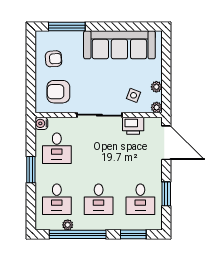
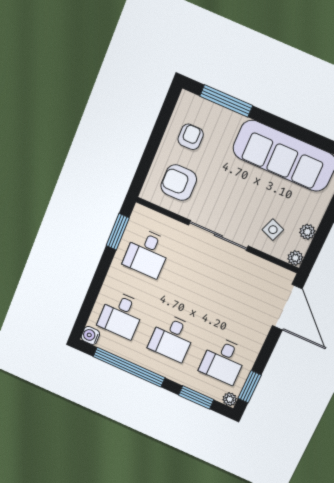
armchair: (54, 59) -> (191, 137), turned -86
water cooler: (41, 123) -> (90, 335), moved
printer: (133, 126) -> (255, 268), removed
window: (31, 170) -> (118, 232), moved
window: (166, 194) -> (250, 387), moved
plant: (68, 225) -> (230, 399), moved

